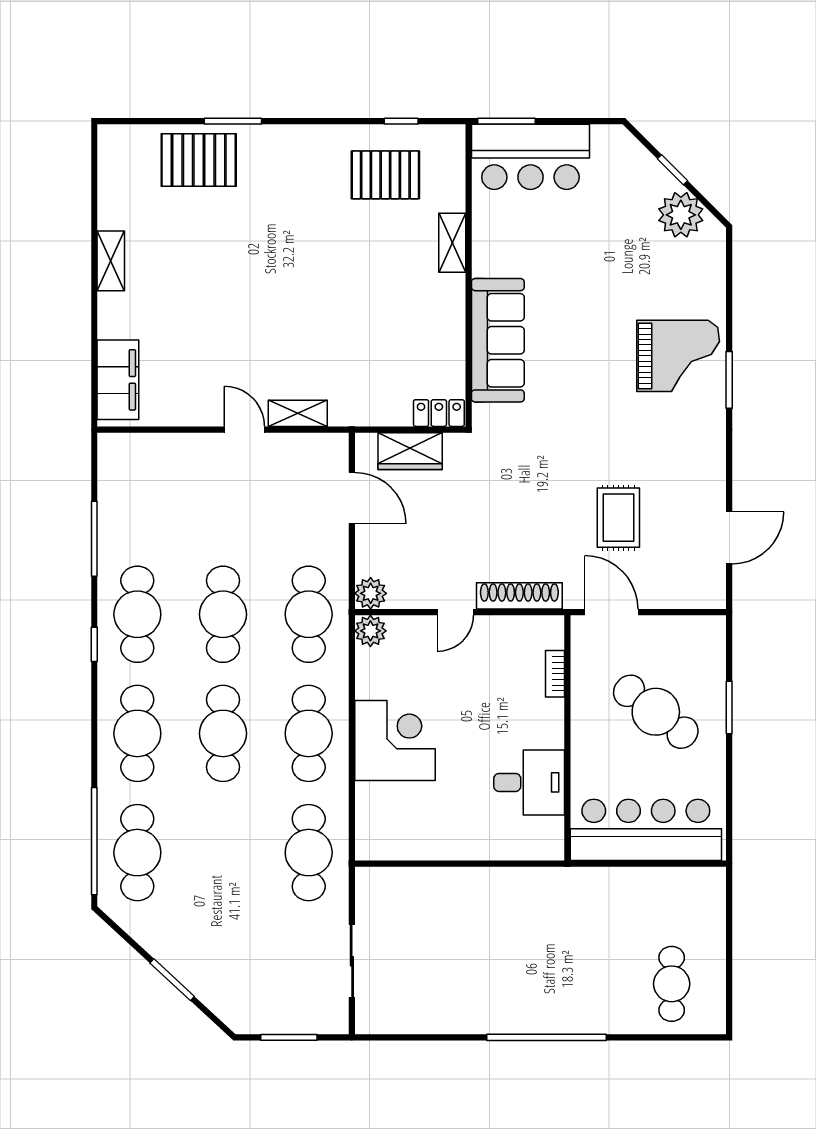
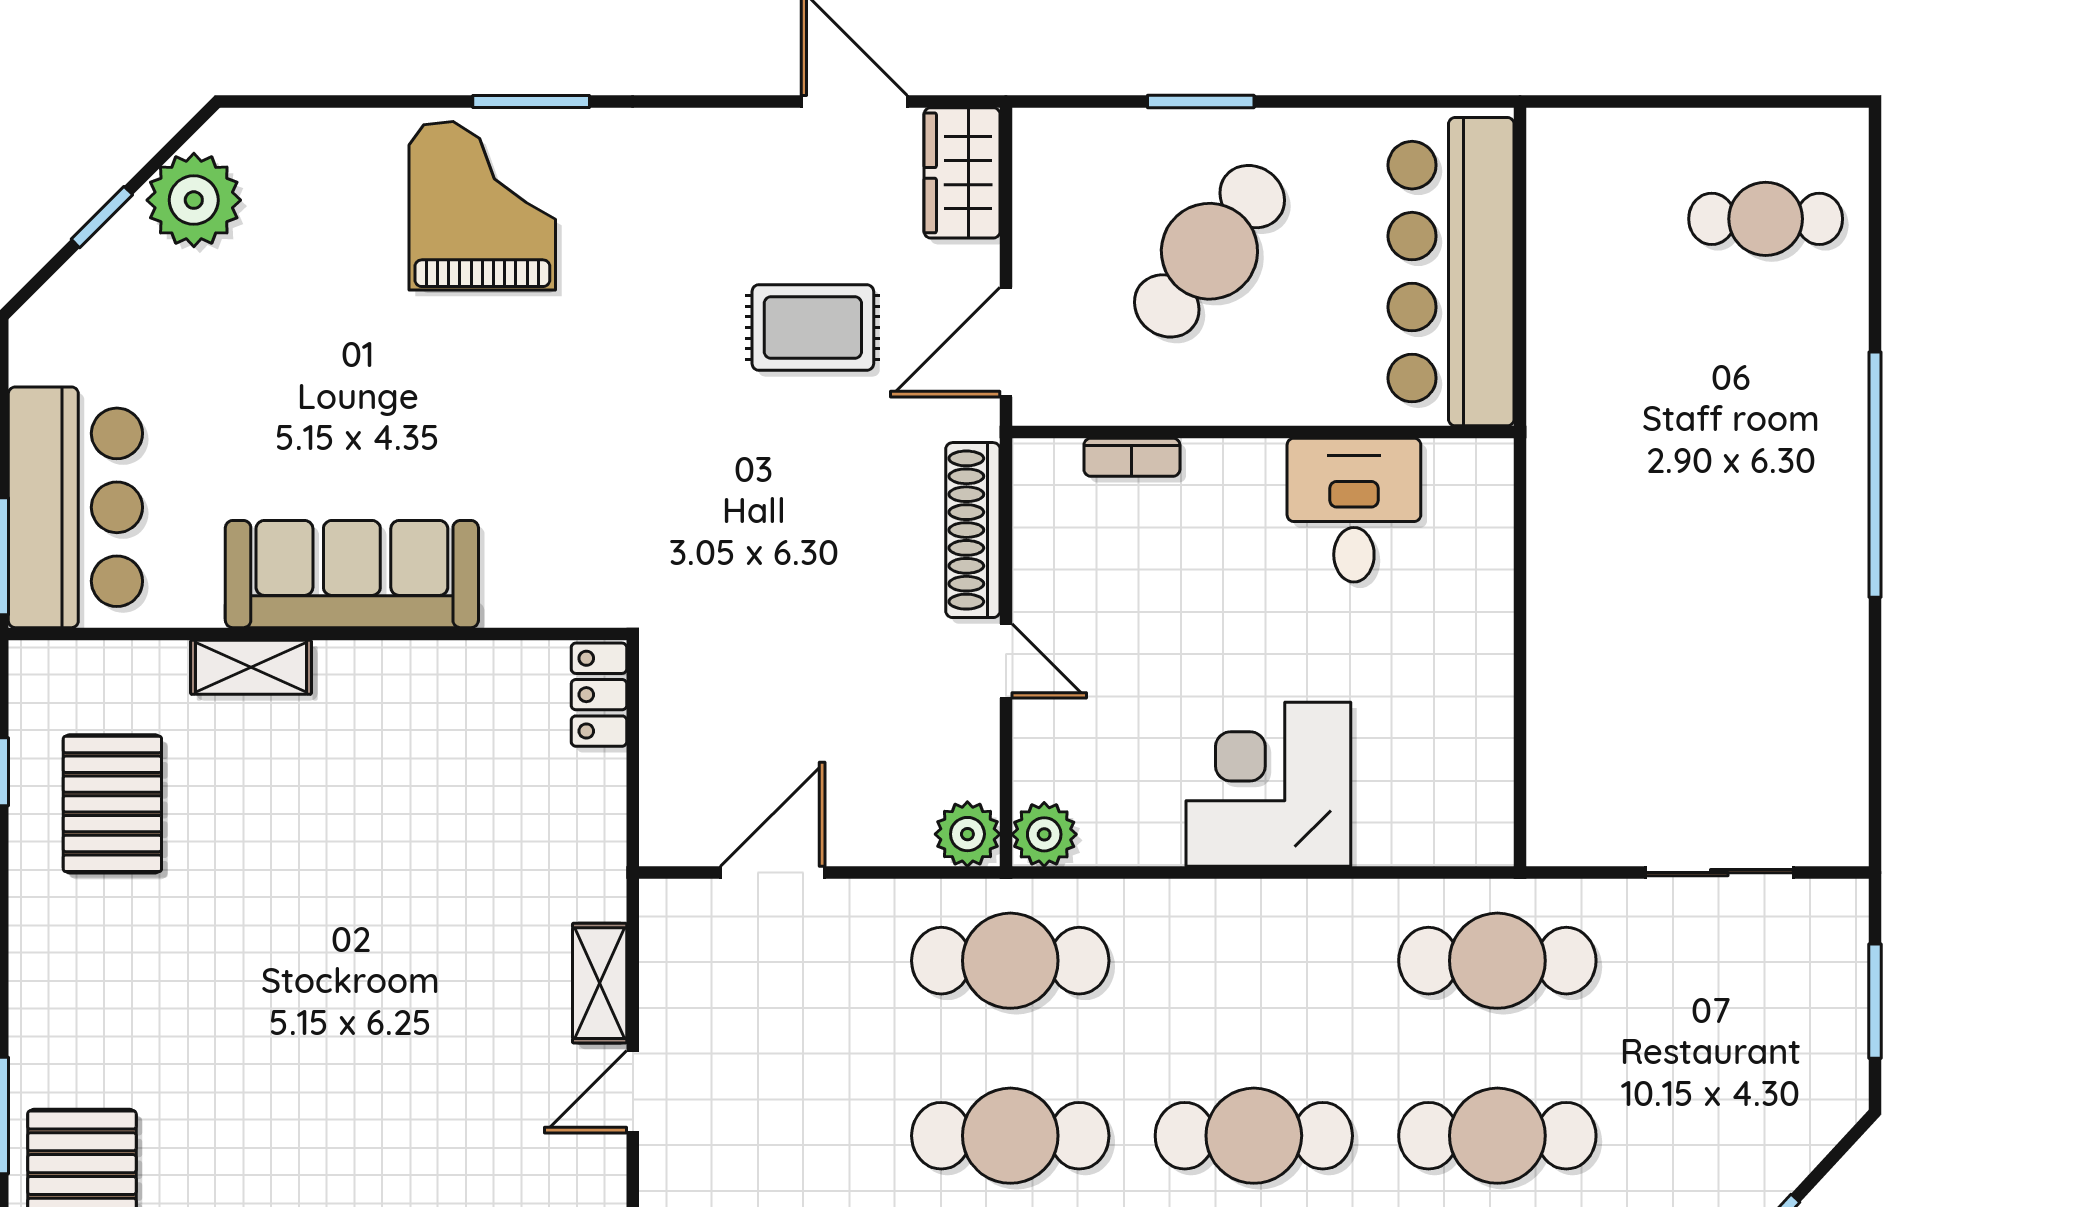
sofa: (498, 340) -> (352, 574), moved
wardrobe: (410, 451) -> (962, 173), moved, turned 180
cafe table: (309, 733) -> (1497, 1136), moved

